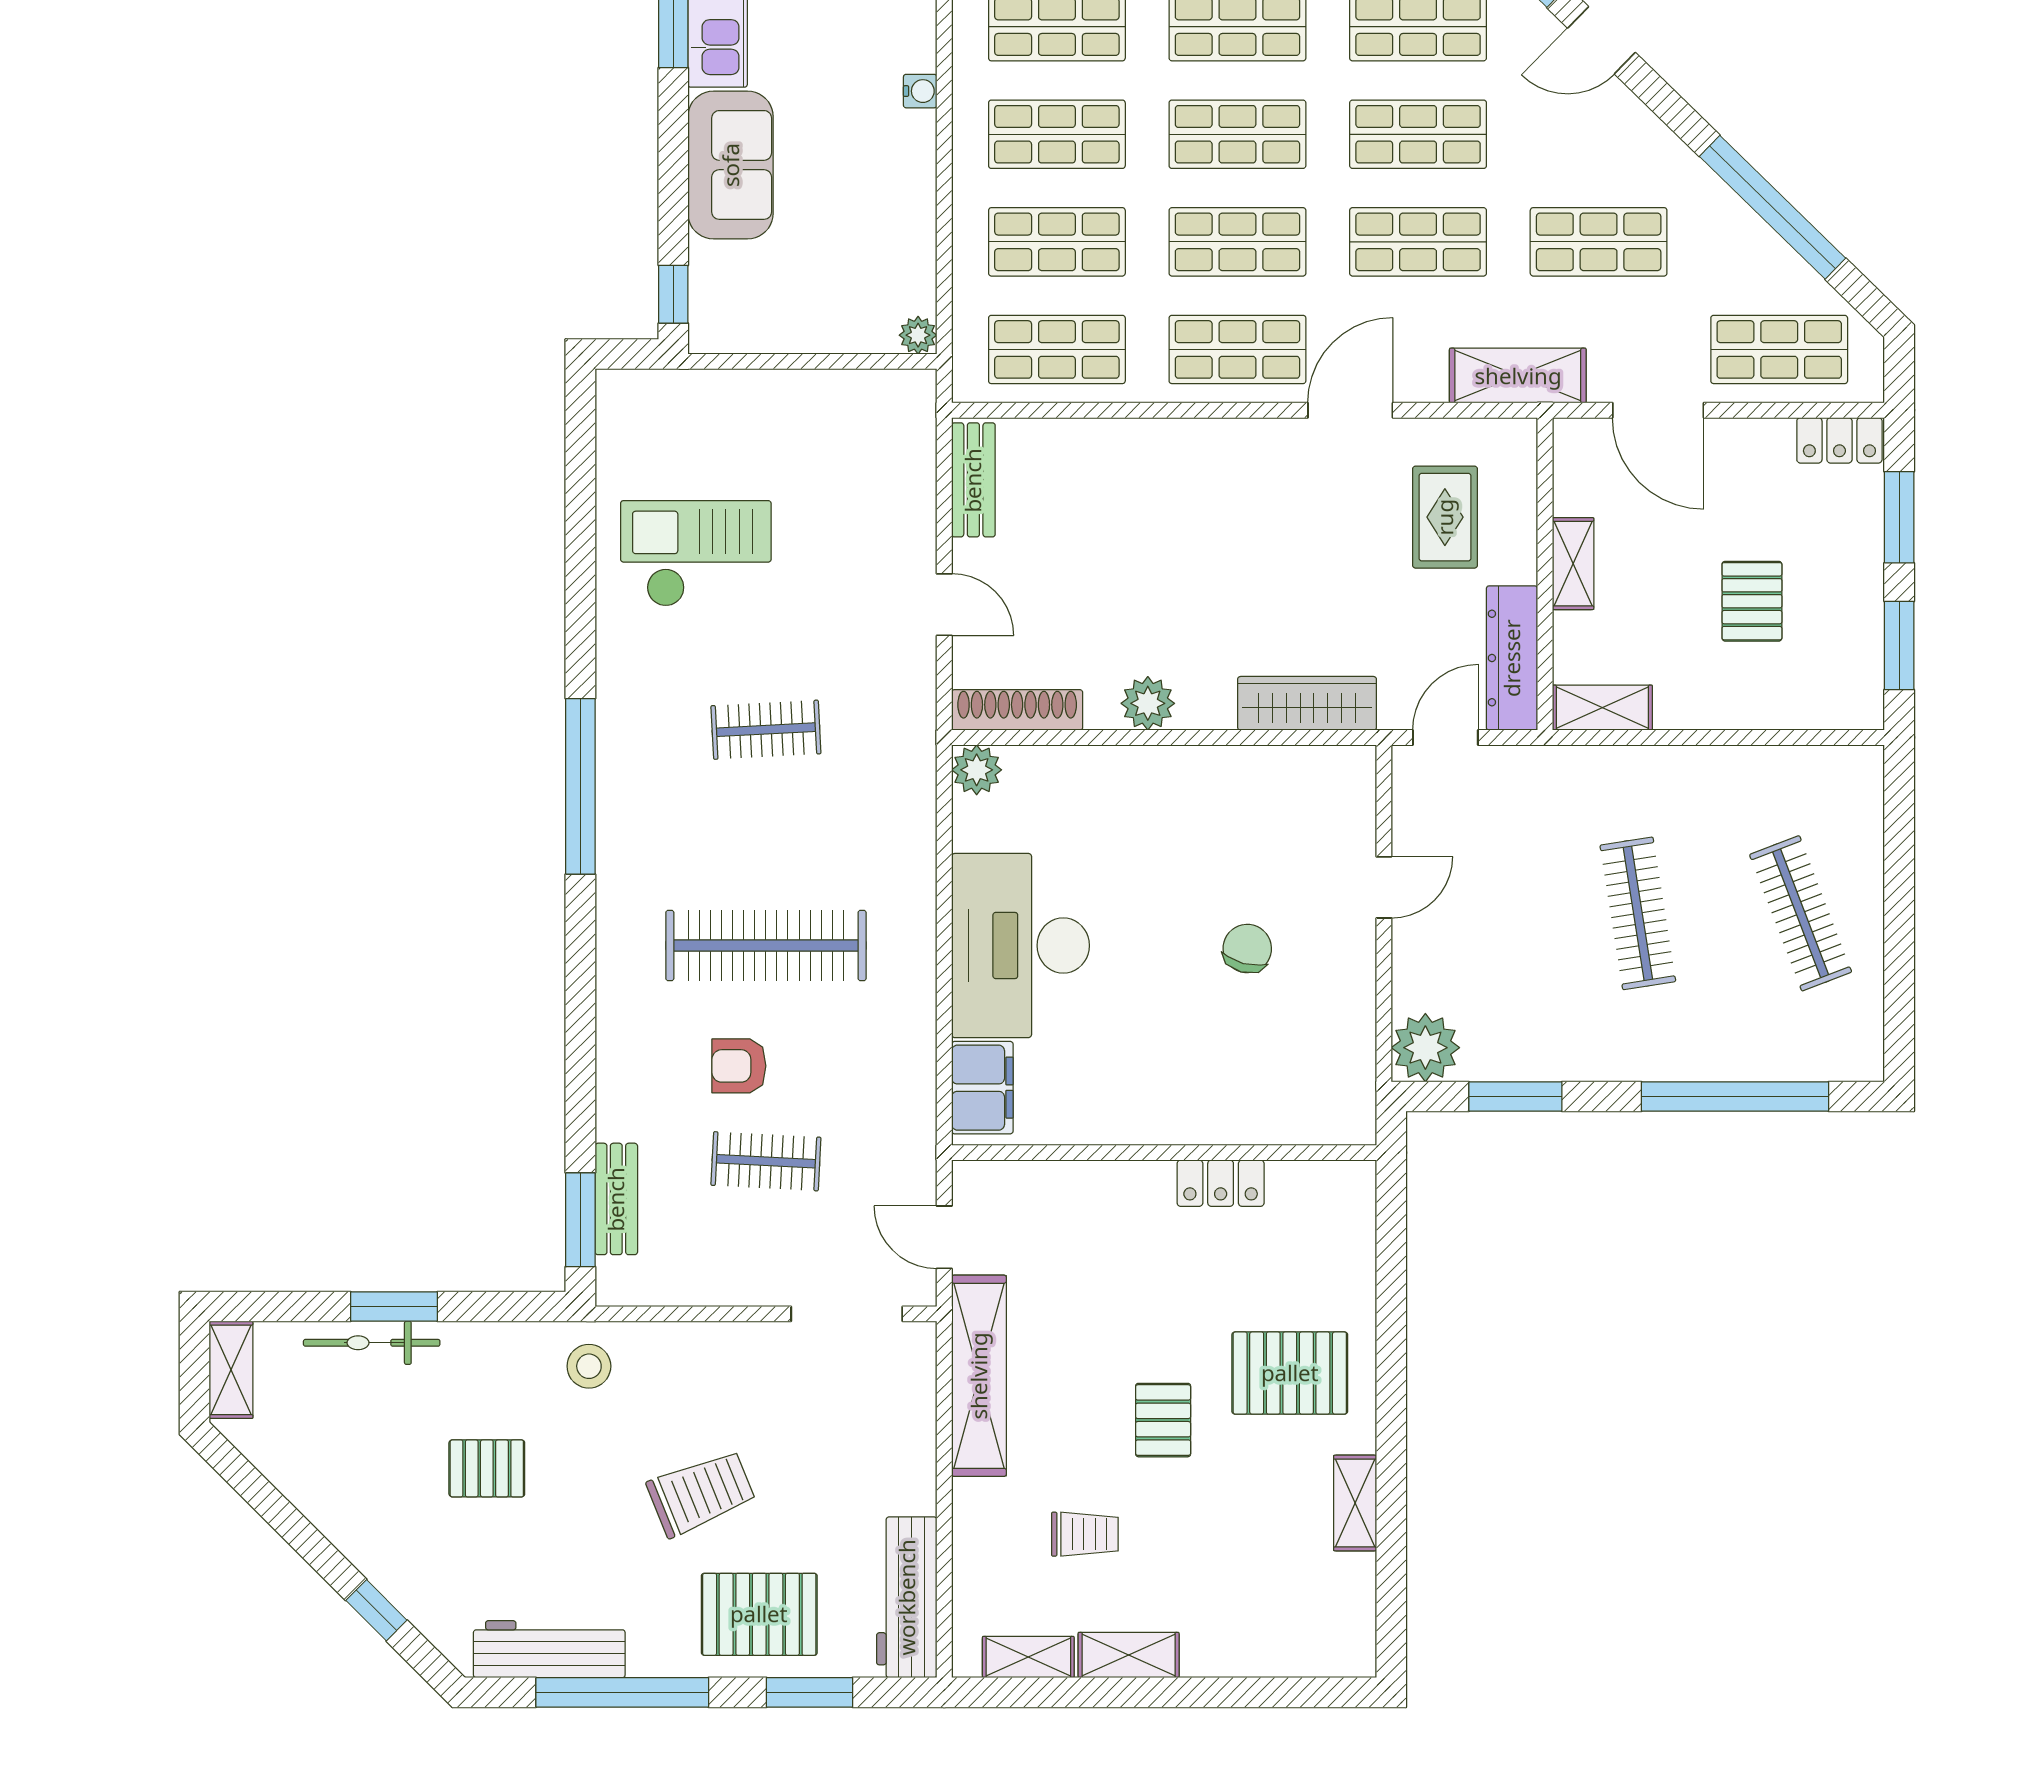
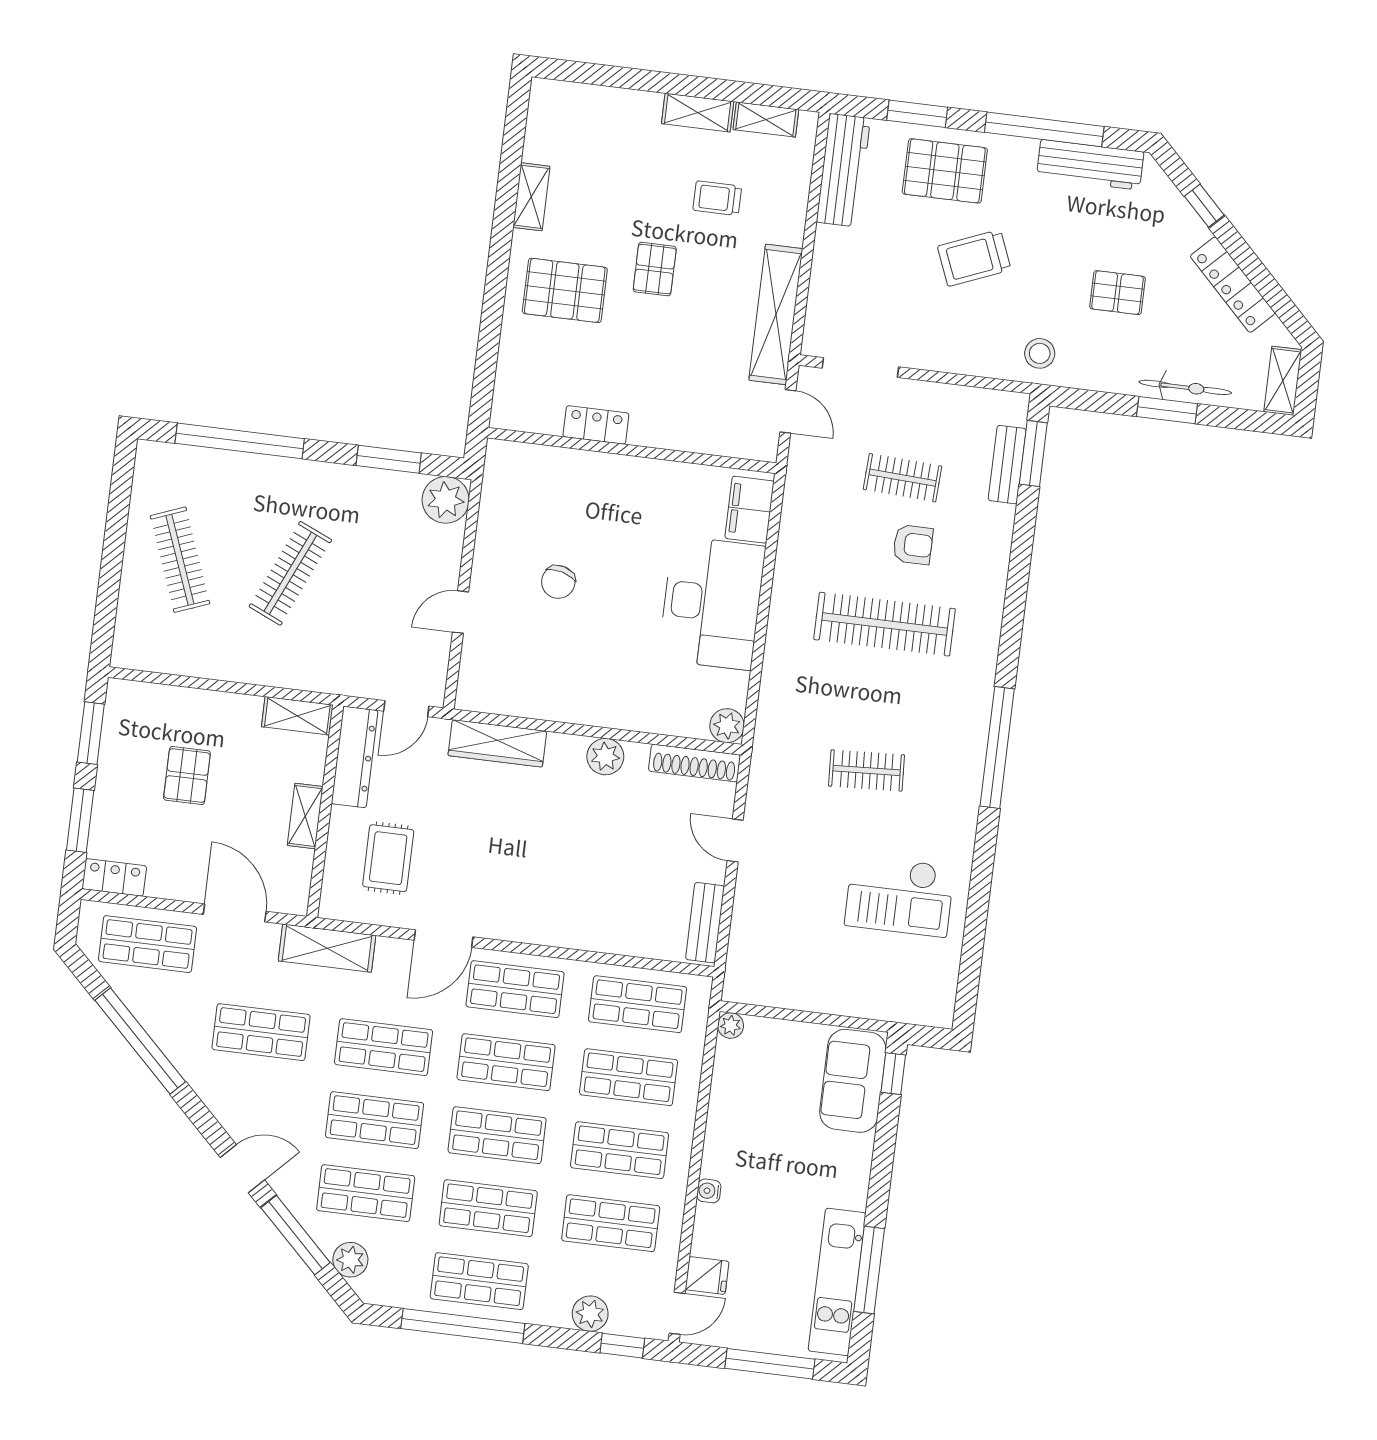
sofa: (731, 165) -> (853, 1081), moved
clothes rail: (1638, 913) -> (290, 573), turned 33
locker: (321, 1500) -> (1233, 285), added

